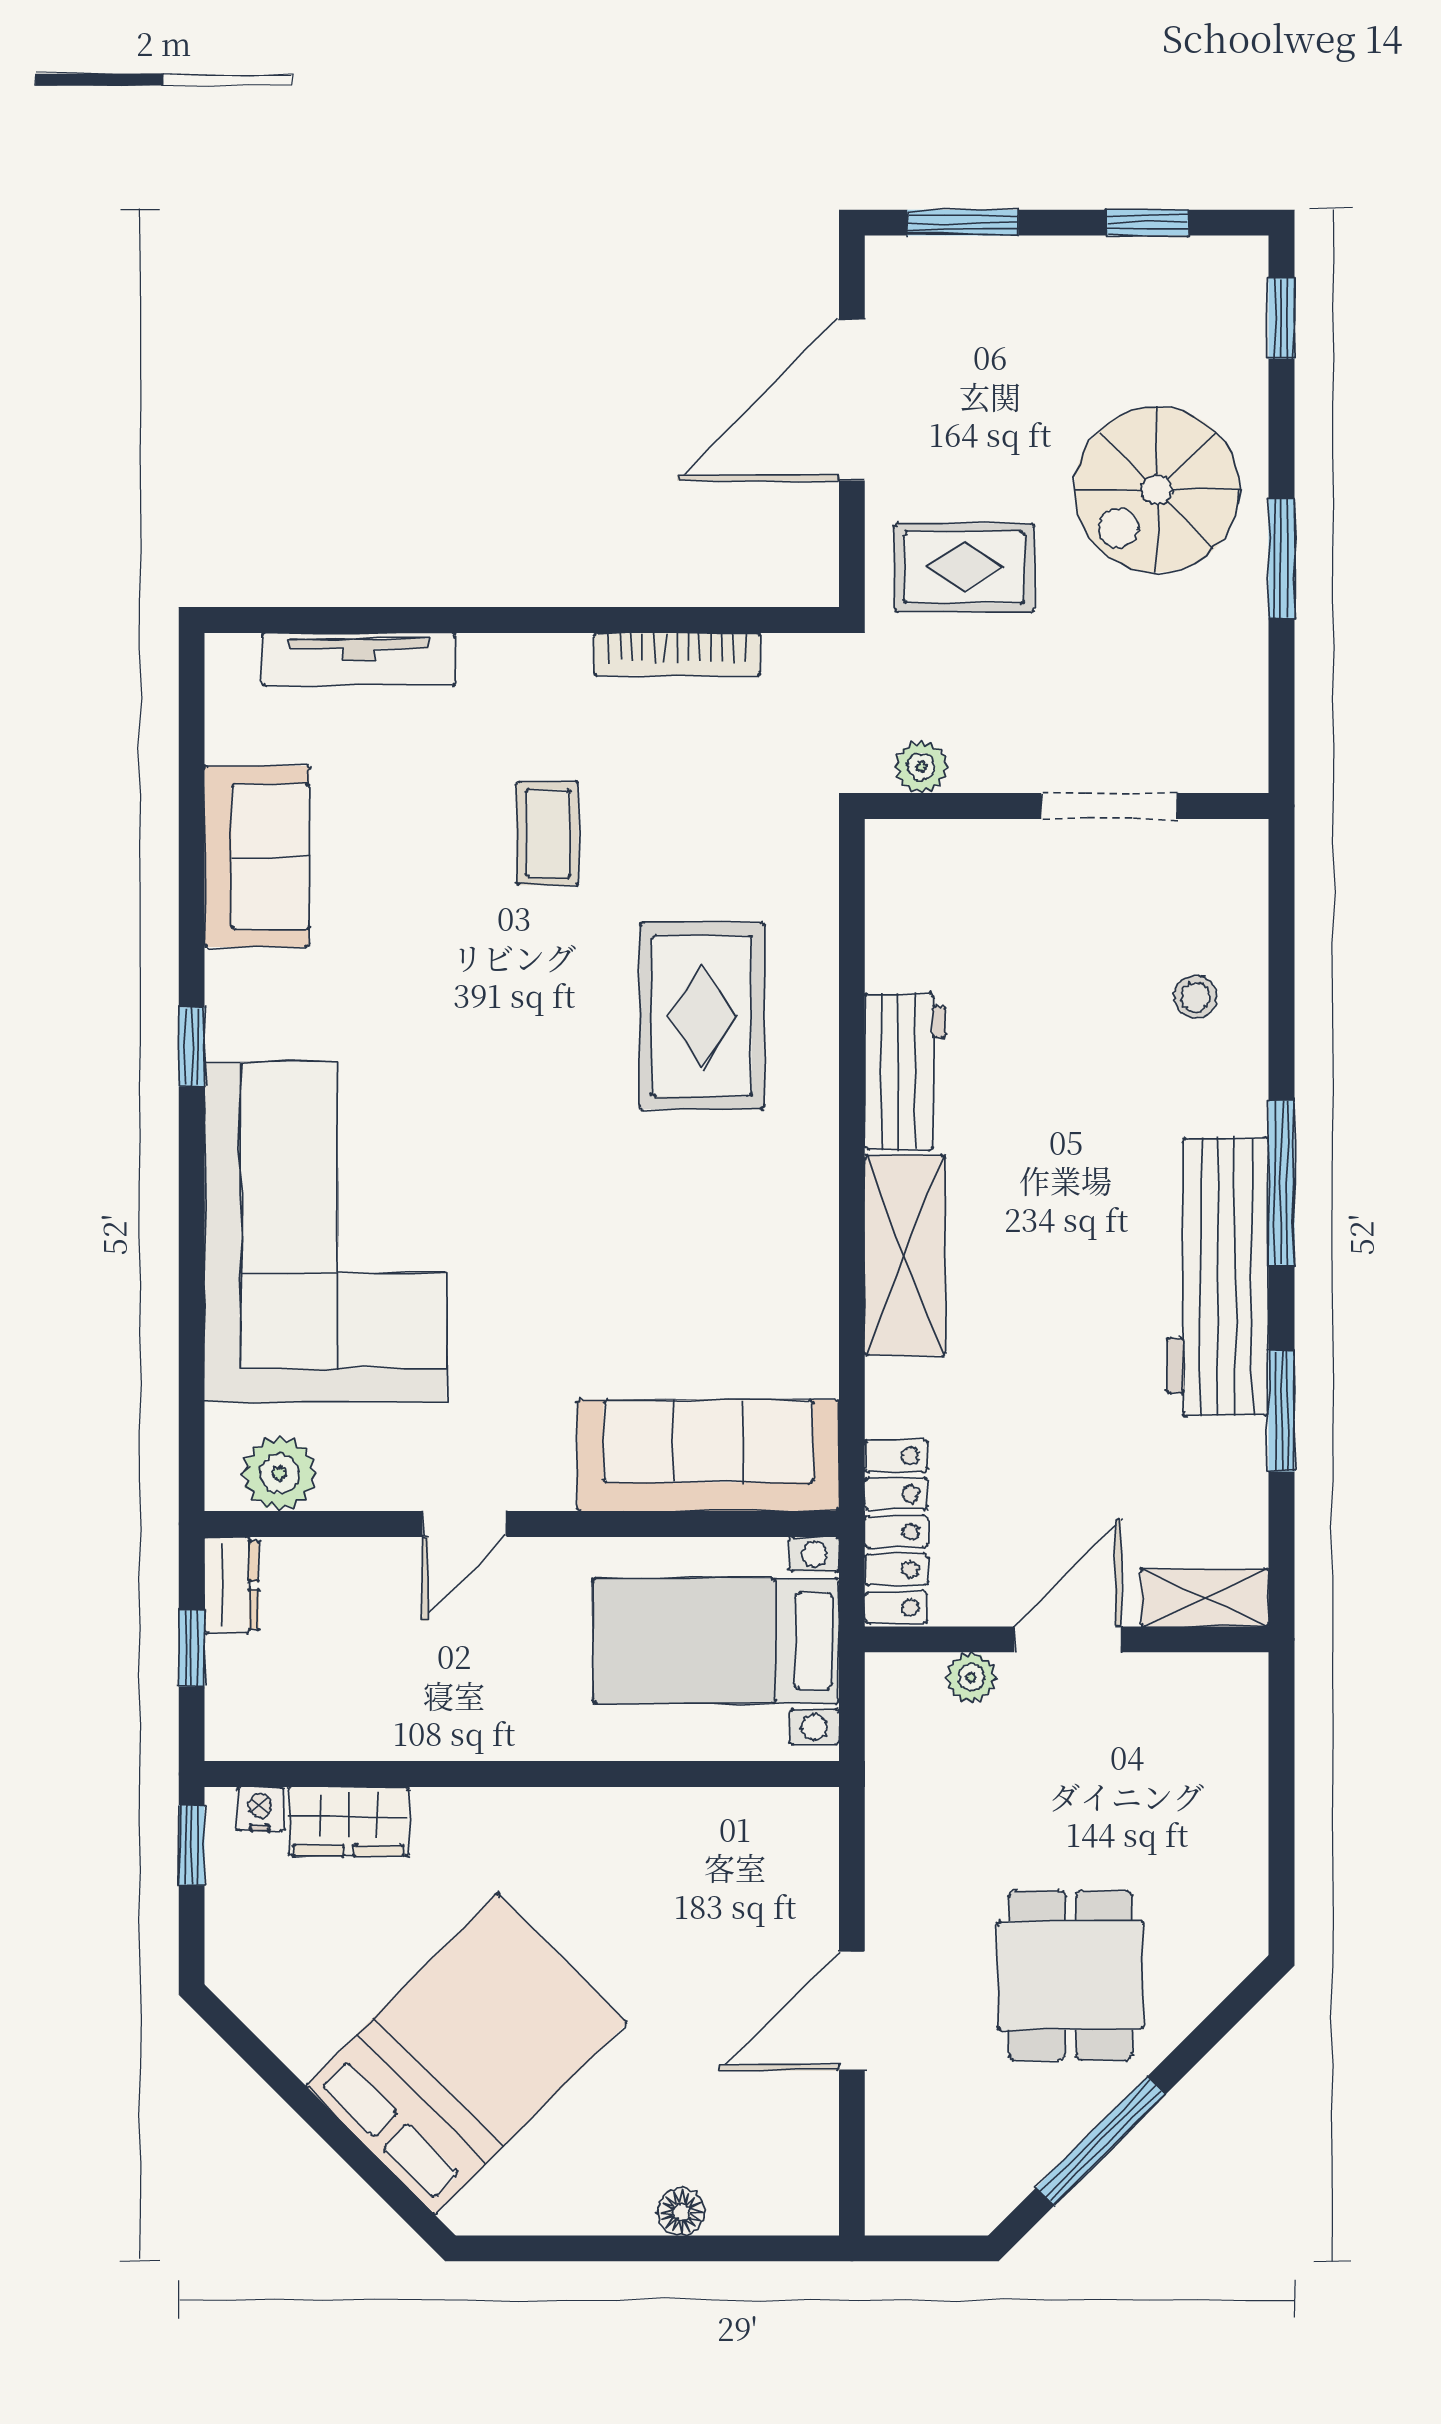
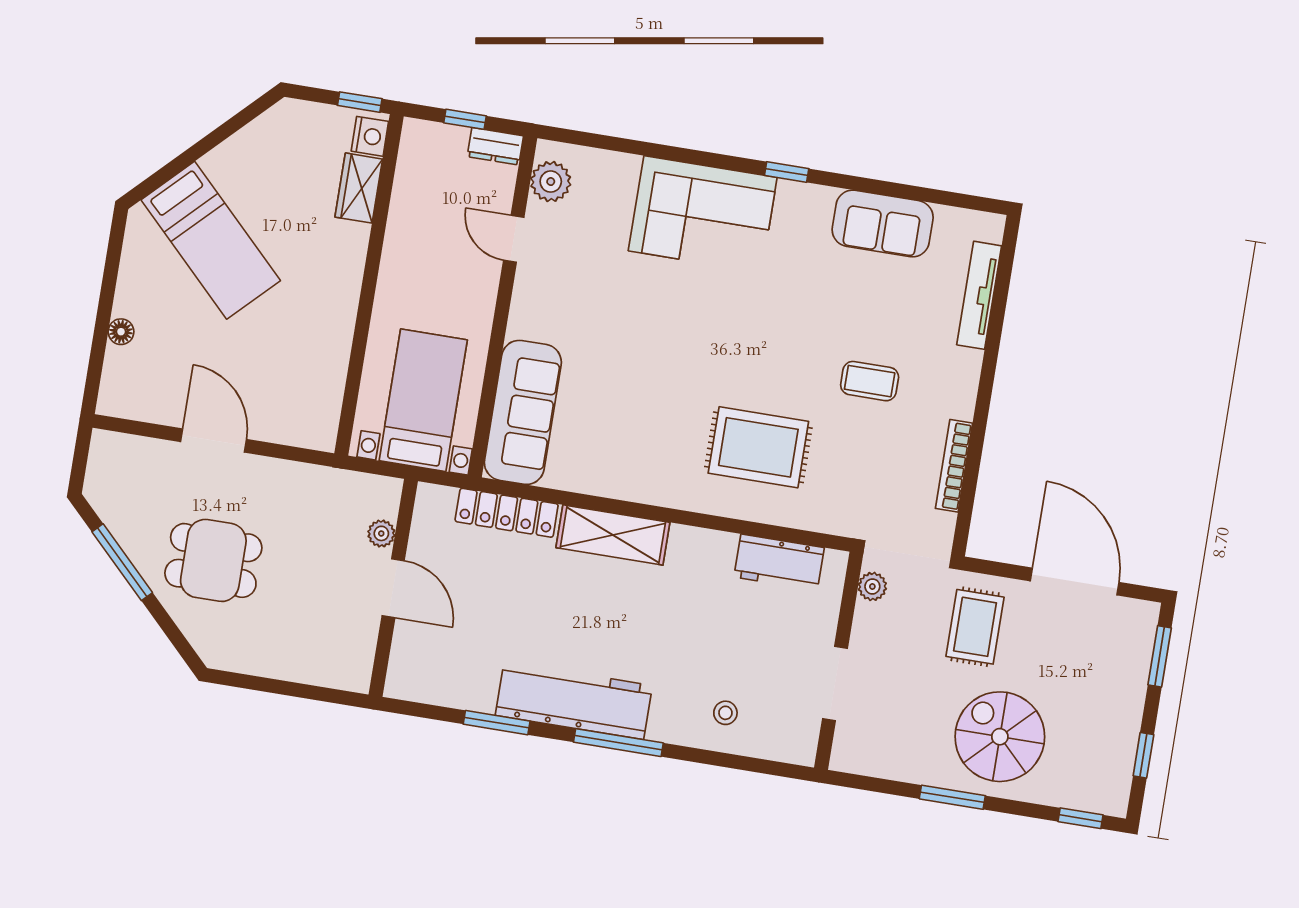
workbench: (905, 1072) -> (779, 562), moved
corner sofa: (325, 1232) -> (703, 214), width x0.73, depth x0.74
door: (464, 1524) -> (514, 239), moved
locker: (896, 1532) -> (507, 513), moved
shelving: (1205, 1598) -> (403, 665), removed
nightstand: (260, 1809) -> (370, 136), width x1.39, depth x1.35
bed: (466, 2054) -> (211, 240), width x0.67

